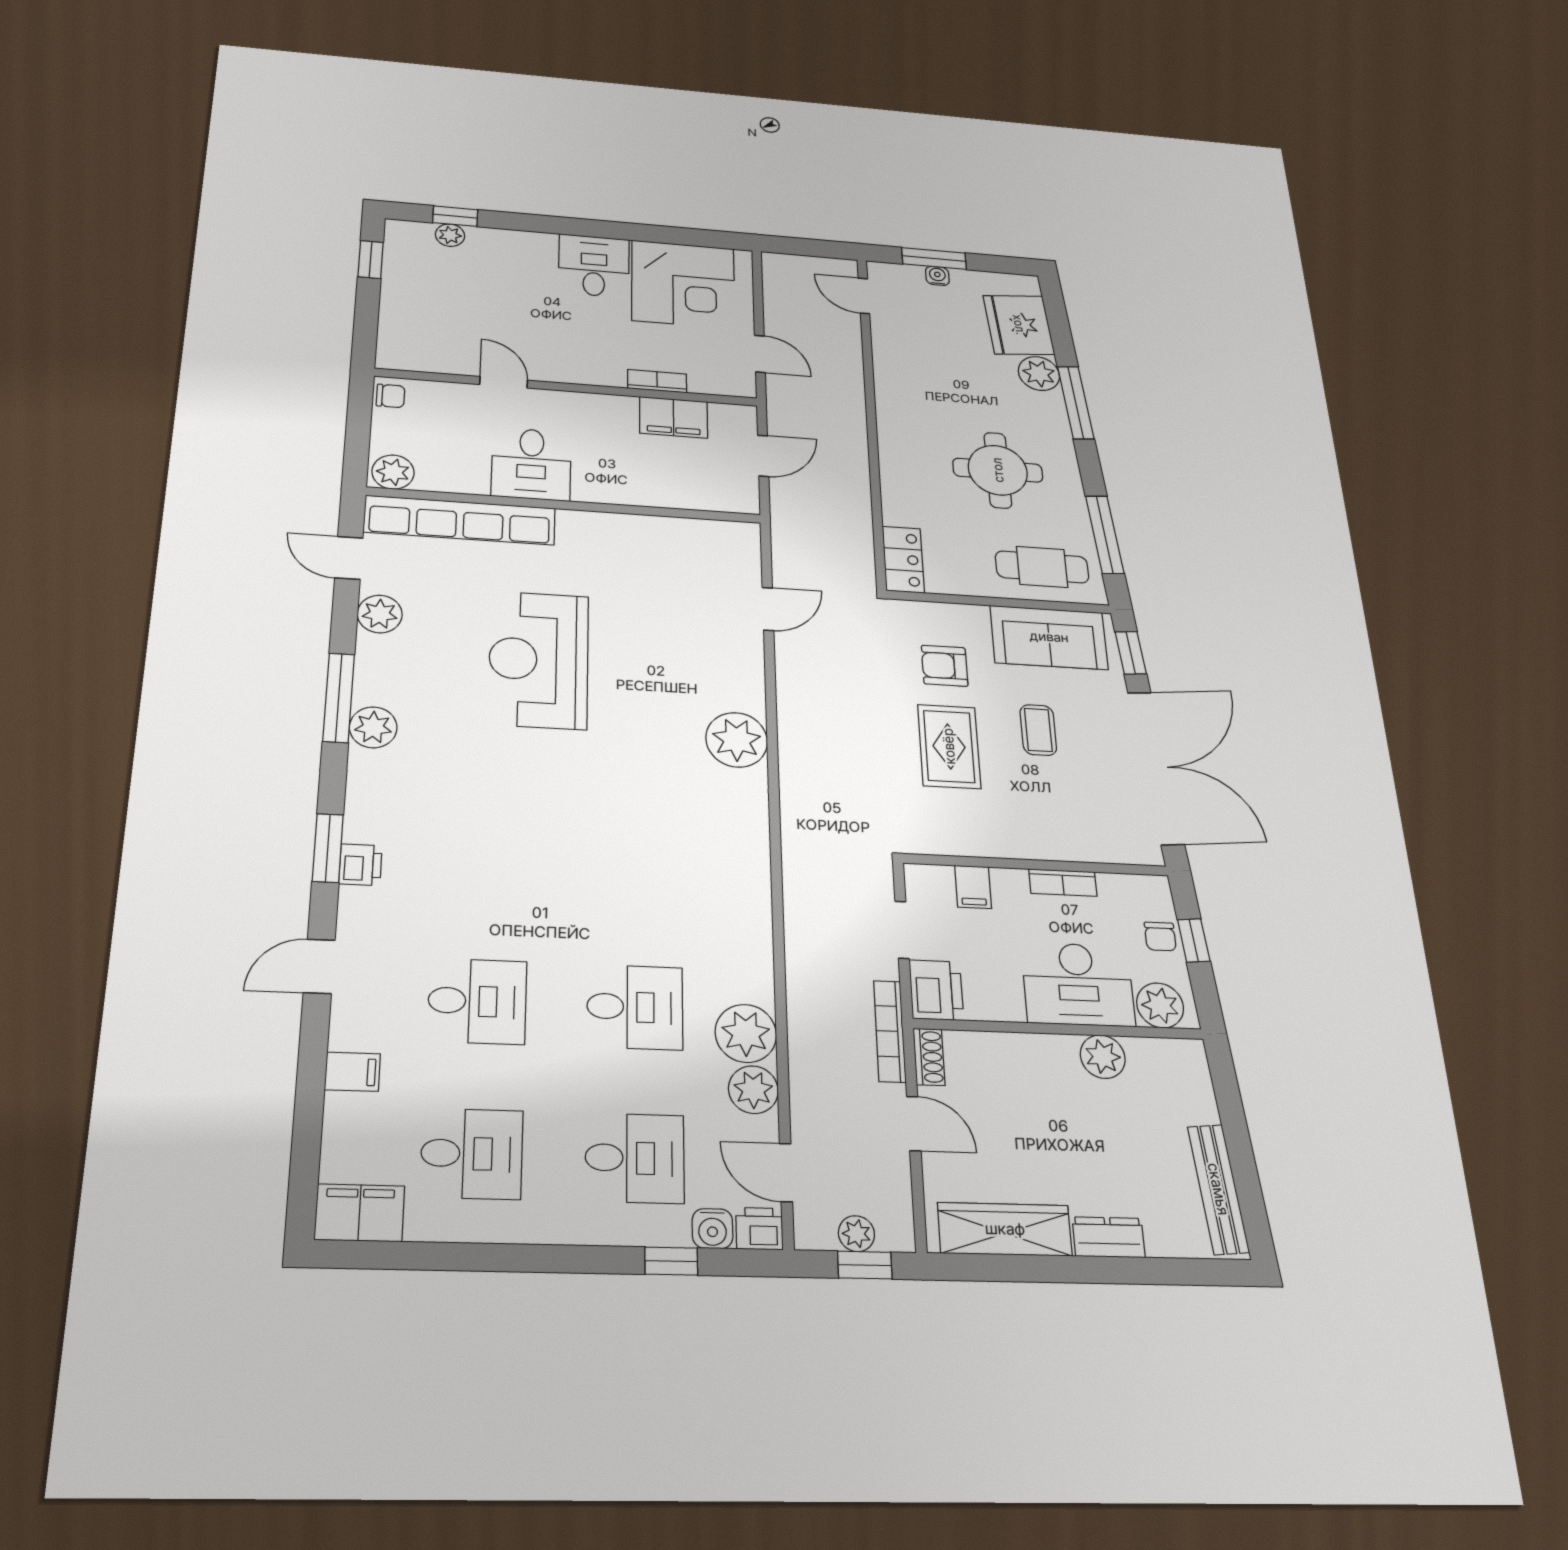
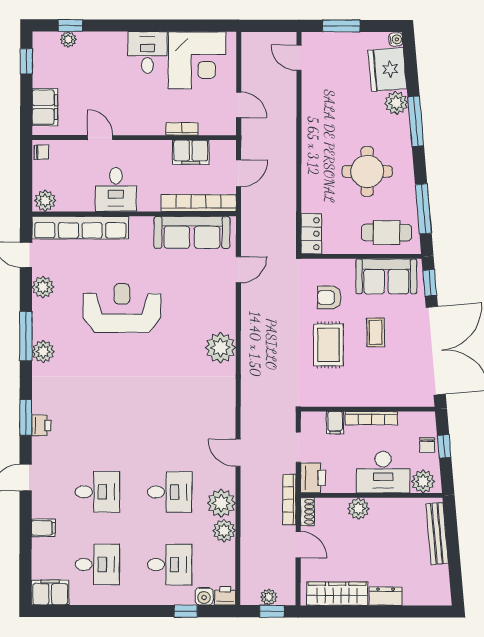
water cooler: (937, 276) -> (396, 39), moved, turned 85
filing cabinet: (401, 329) -> (45, 107), added
bookcase: (689, 497) -> (199, 203), added
sofa: (677, 542) -> (192, 232), added
reception desk: (539, 660) -> (122, 308), turned 90
bookcase: (1063, 883) -> (371, 418), width x1.56
plant: (1103, 1057) -> (358, 509), moved
door: (786, 1173) -> (238, 453), moved
bench: (1218, 1189) -> (437, 534), moved

